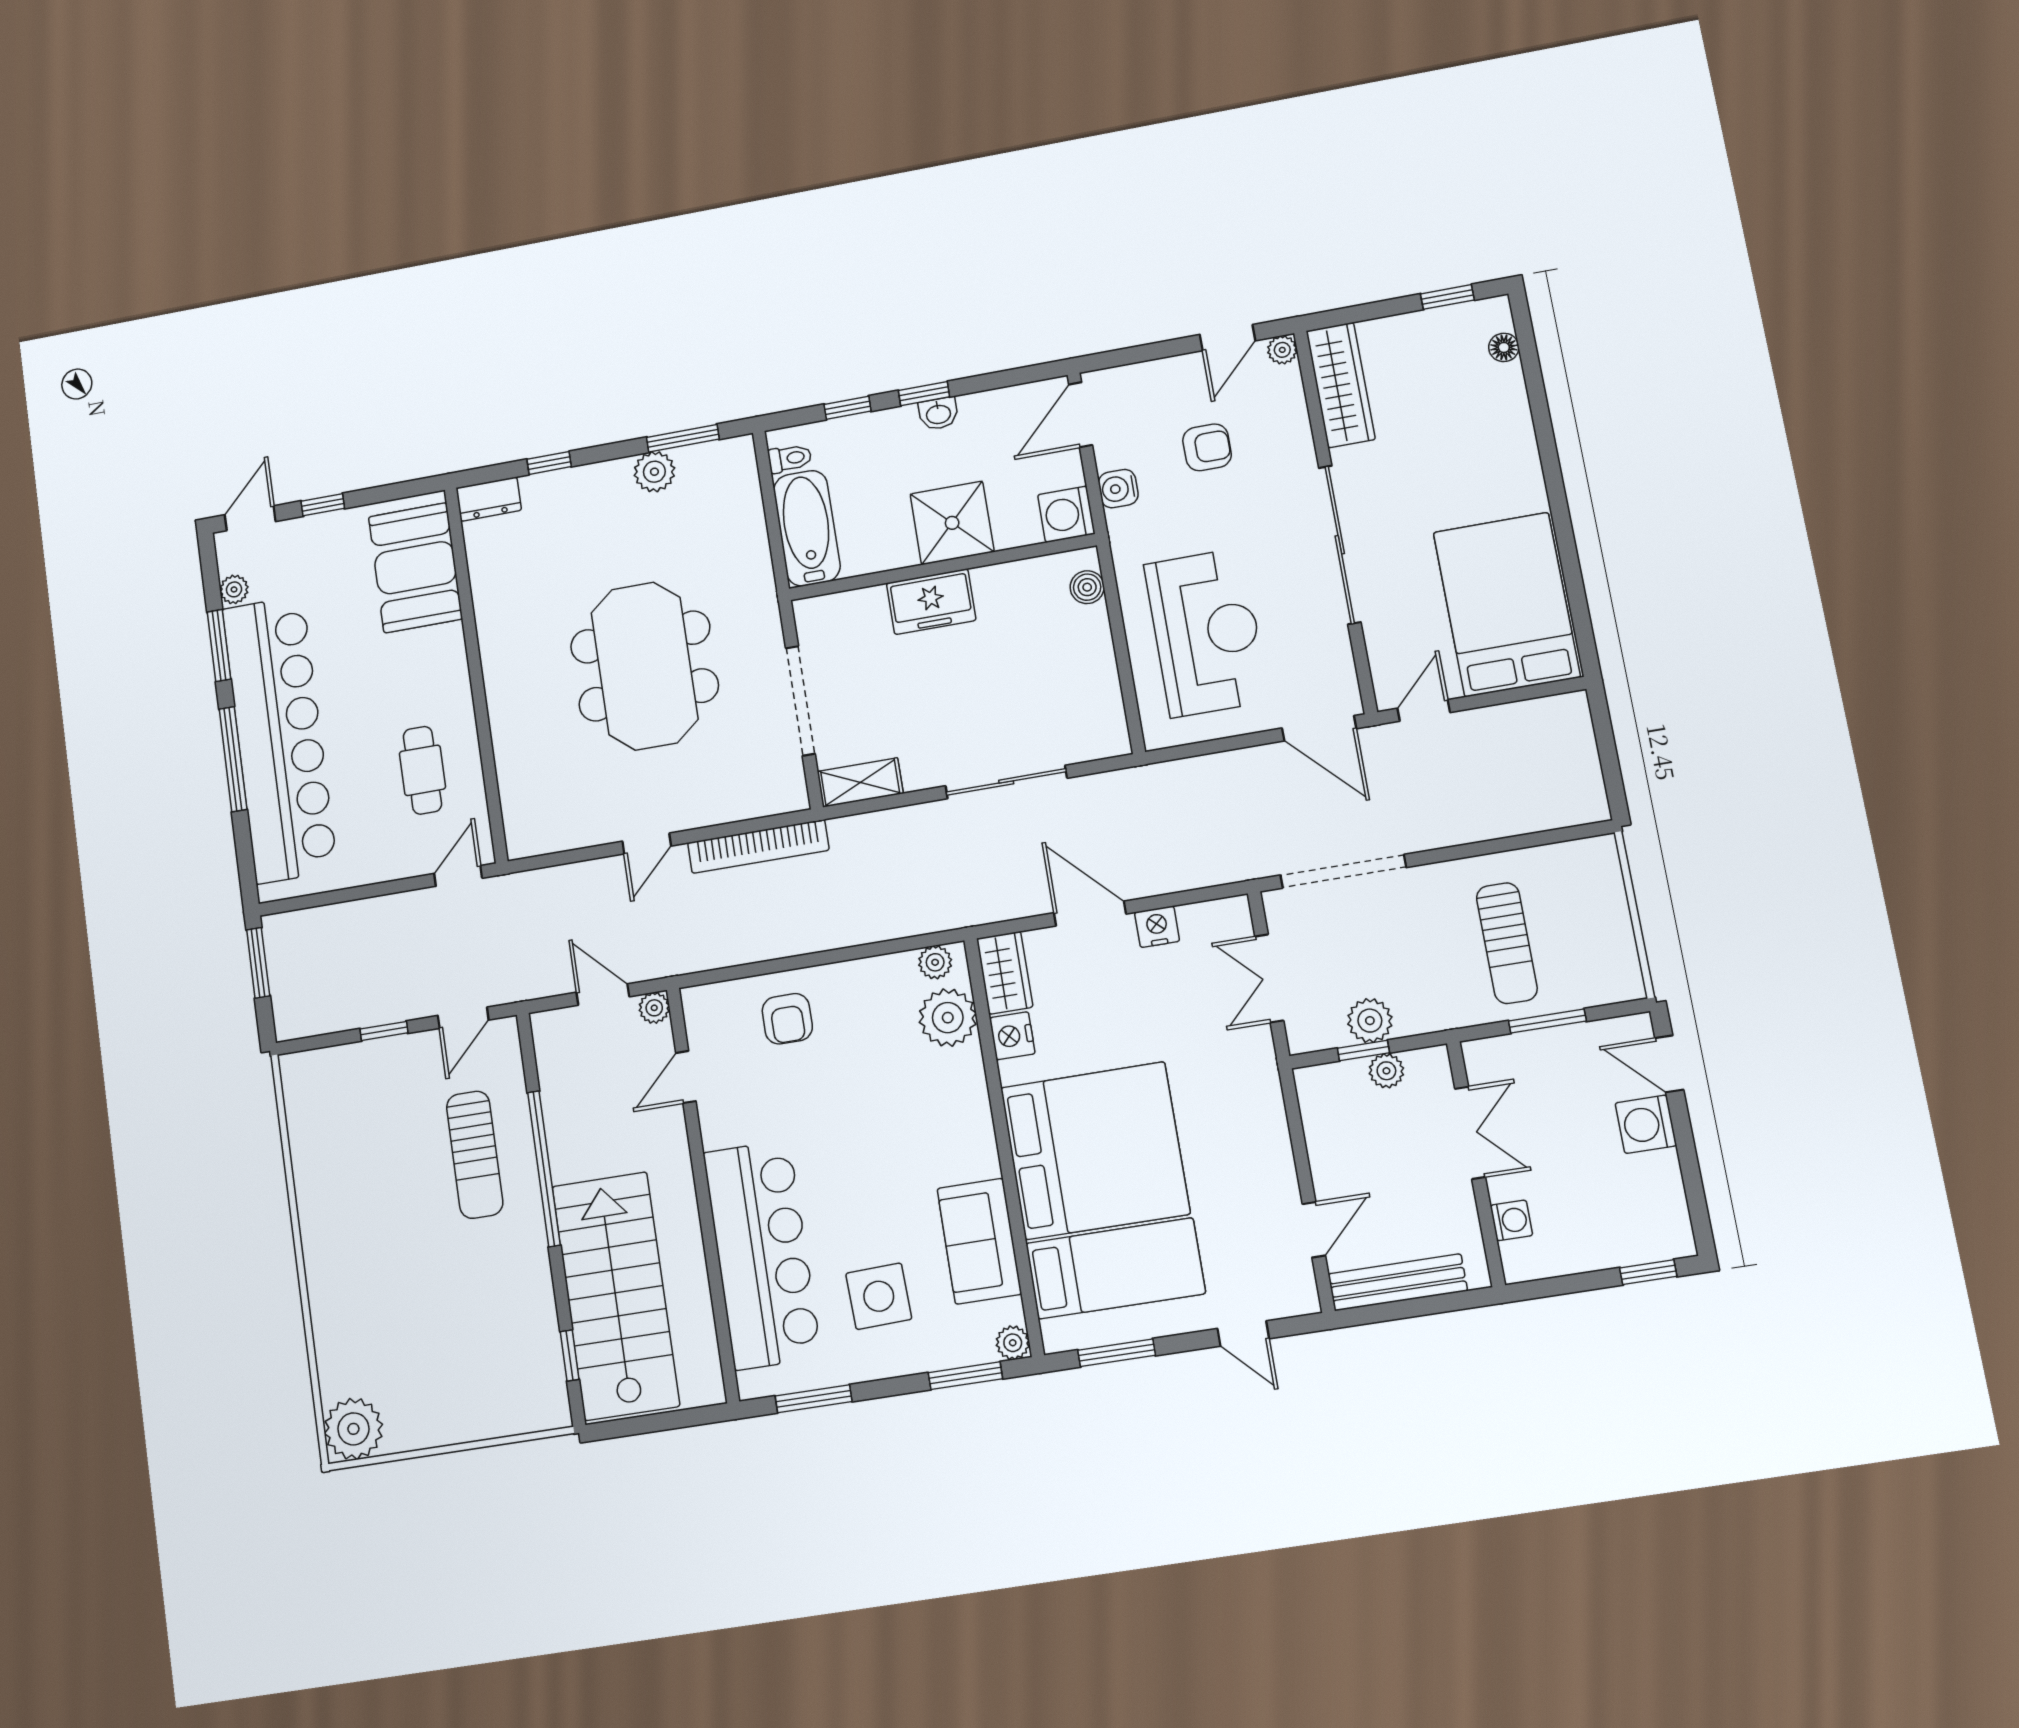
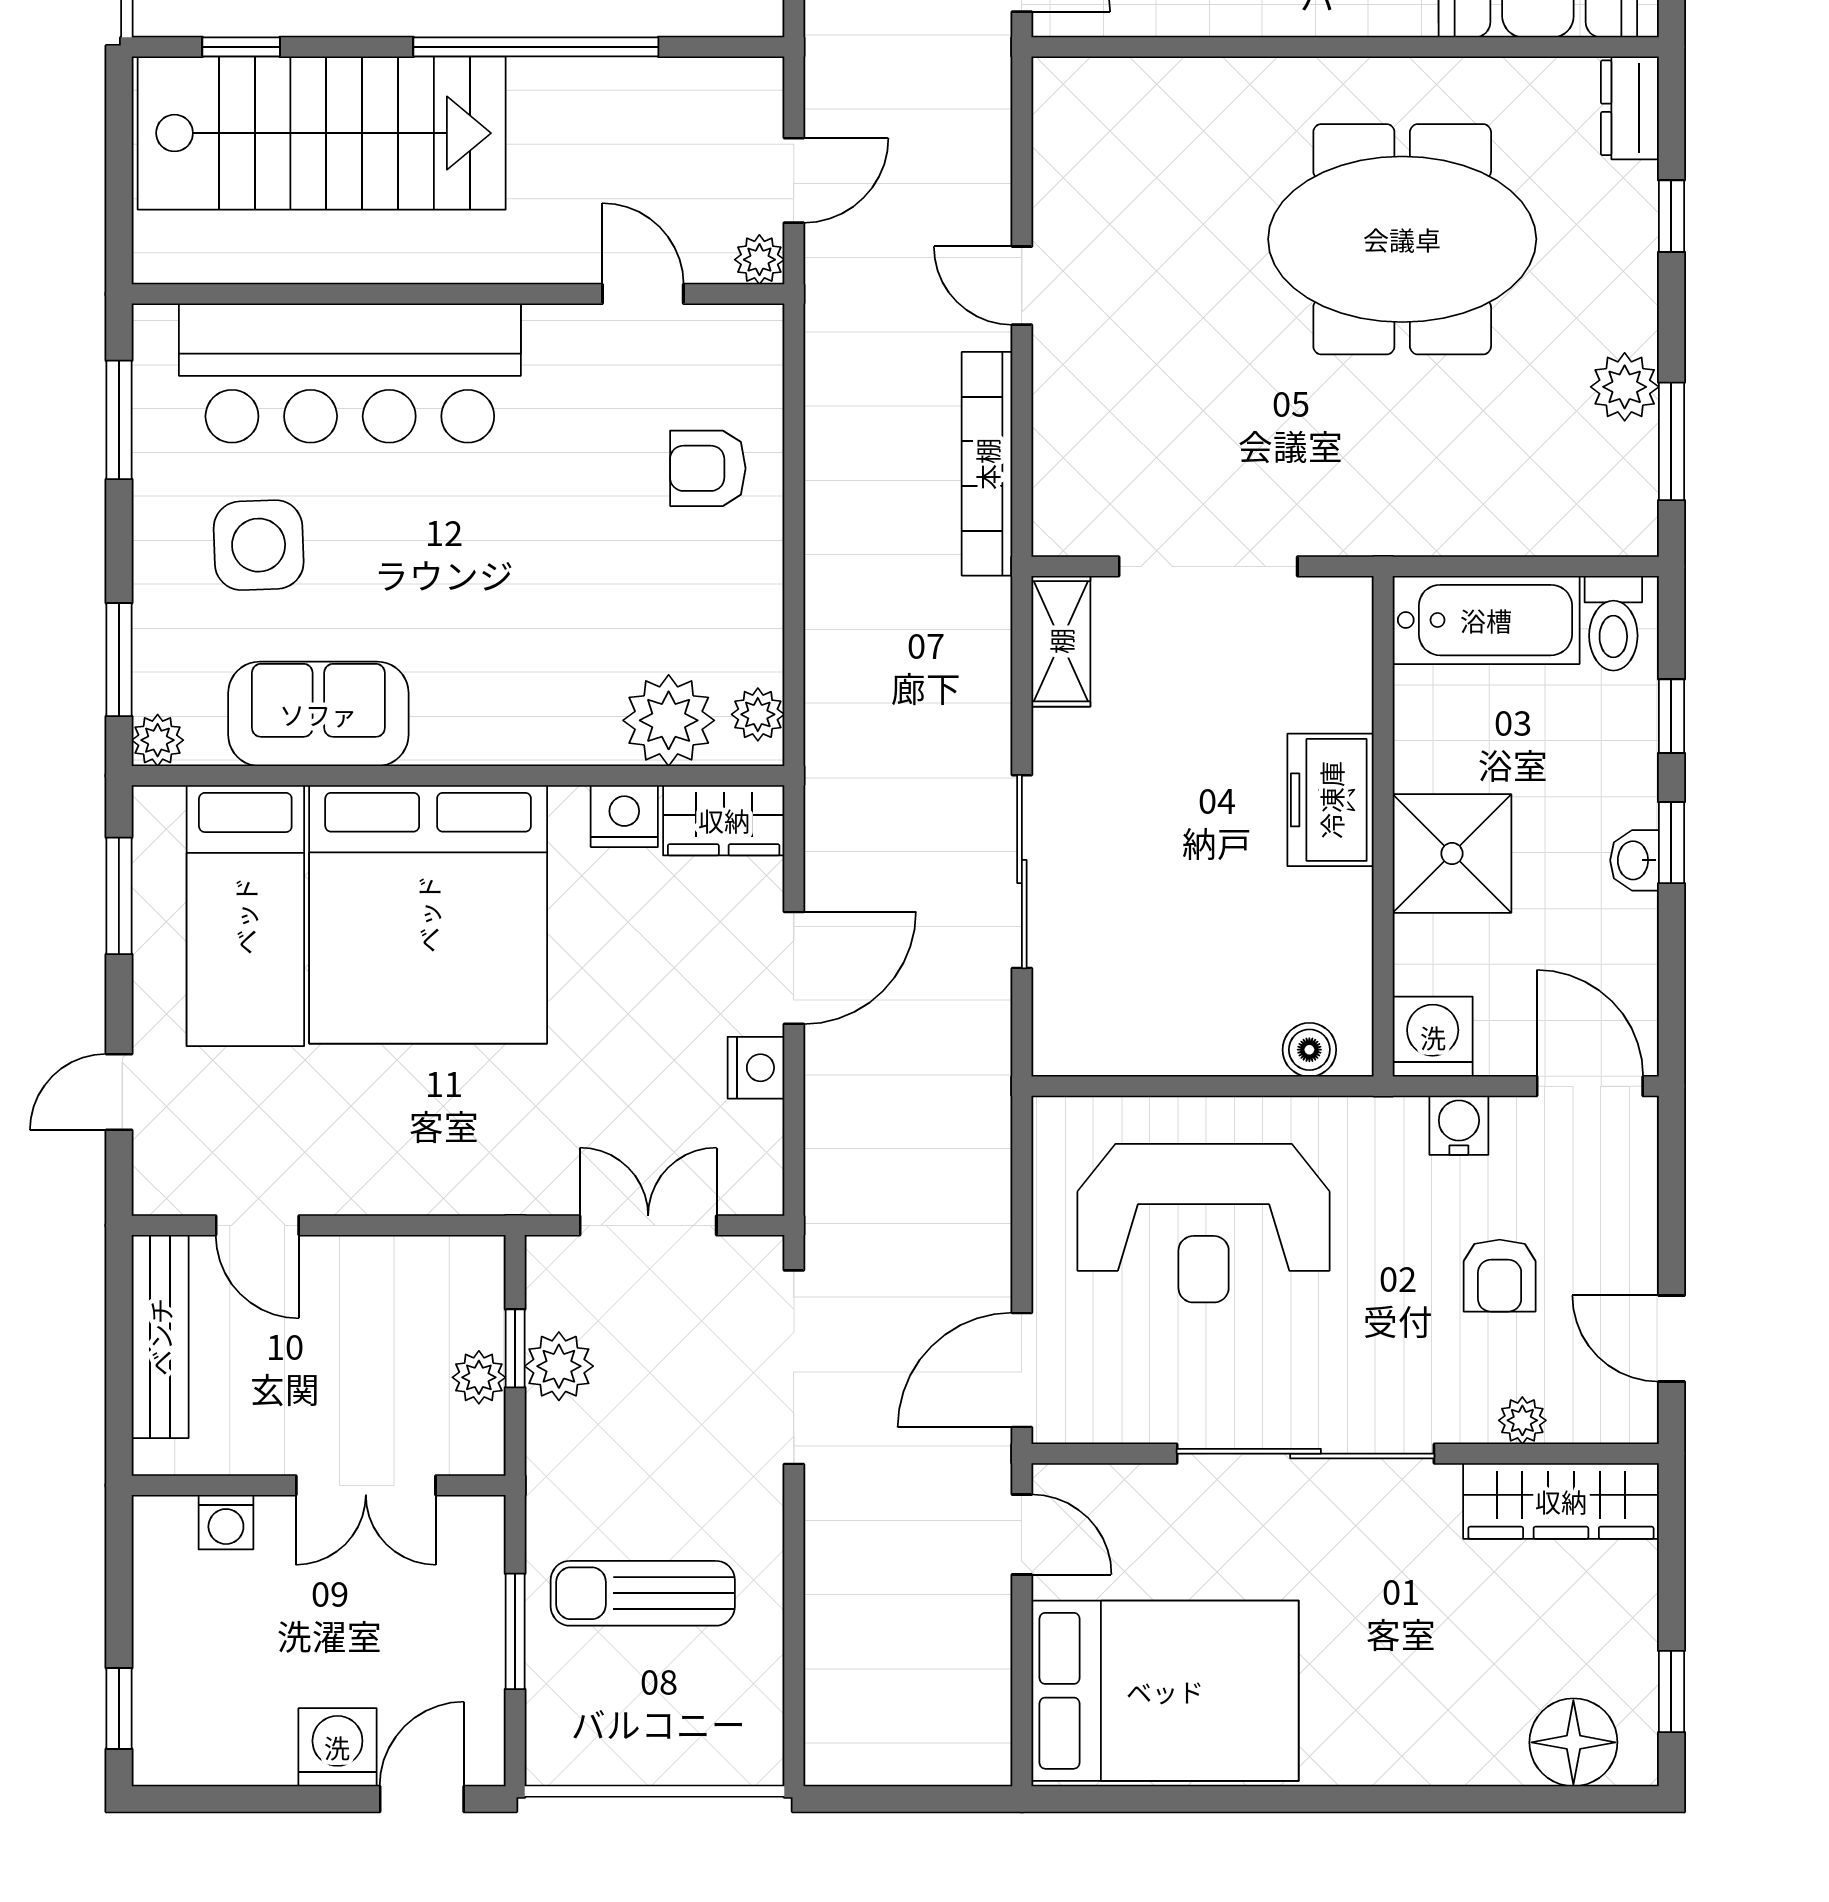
floor lamp: (1504, 347) -> (1573, 1742), width x1.89, depth x1.89
plant: (1282, 350) -> (1522, 1420), moved
toilet: (790, 458) -> (1613, 623), width x1.37, depth x1.39
meeting table: (644, 666) -> (1402, 239), moved

